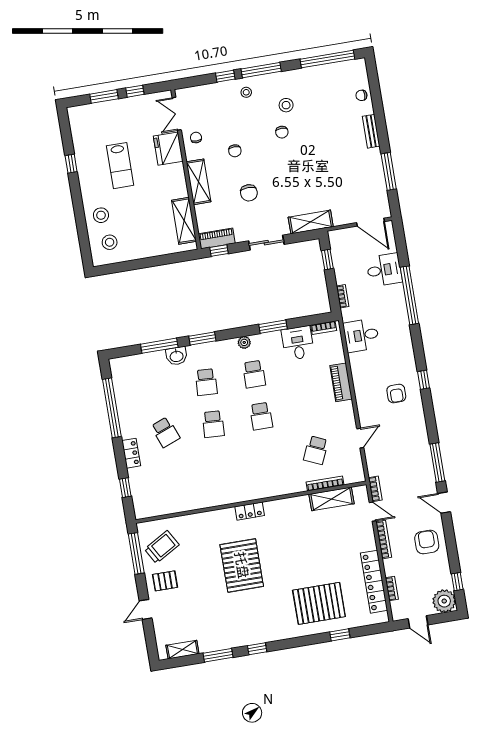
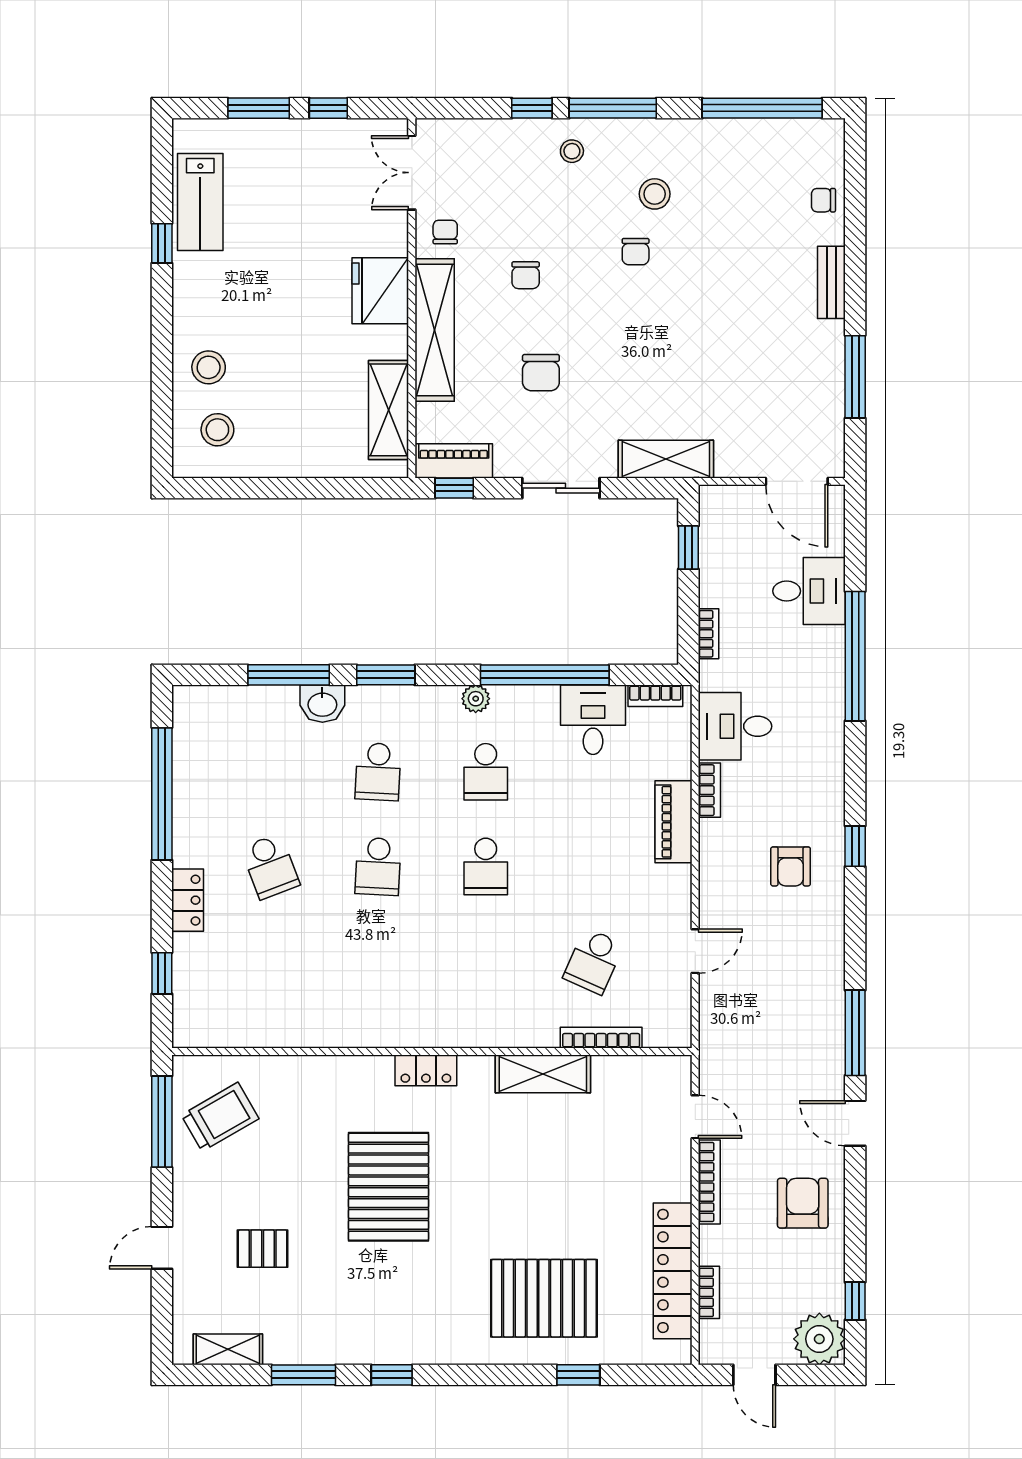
fridge: (168, 149) -> (380, 291), moved
lab bench: (120, 166) -> (200, 202), moved
shelving: (199, 182) -> (435, 330), width x1.47
window: (273, 327) -> (545, 675), width x2.11
bookcase: (375, 489) -> (709, 790), moved
shelving: (332, 499) -> (543, 1074), moved
pallet: (165, 581) -> (263, 1249), moved

